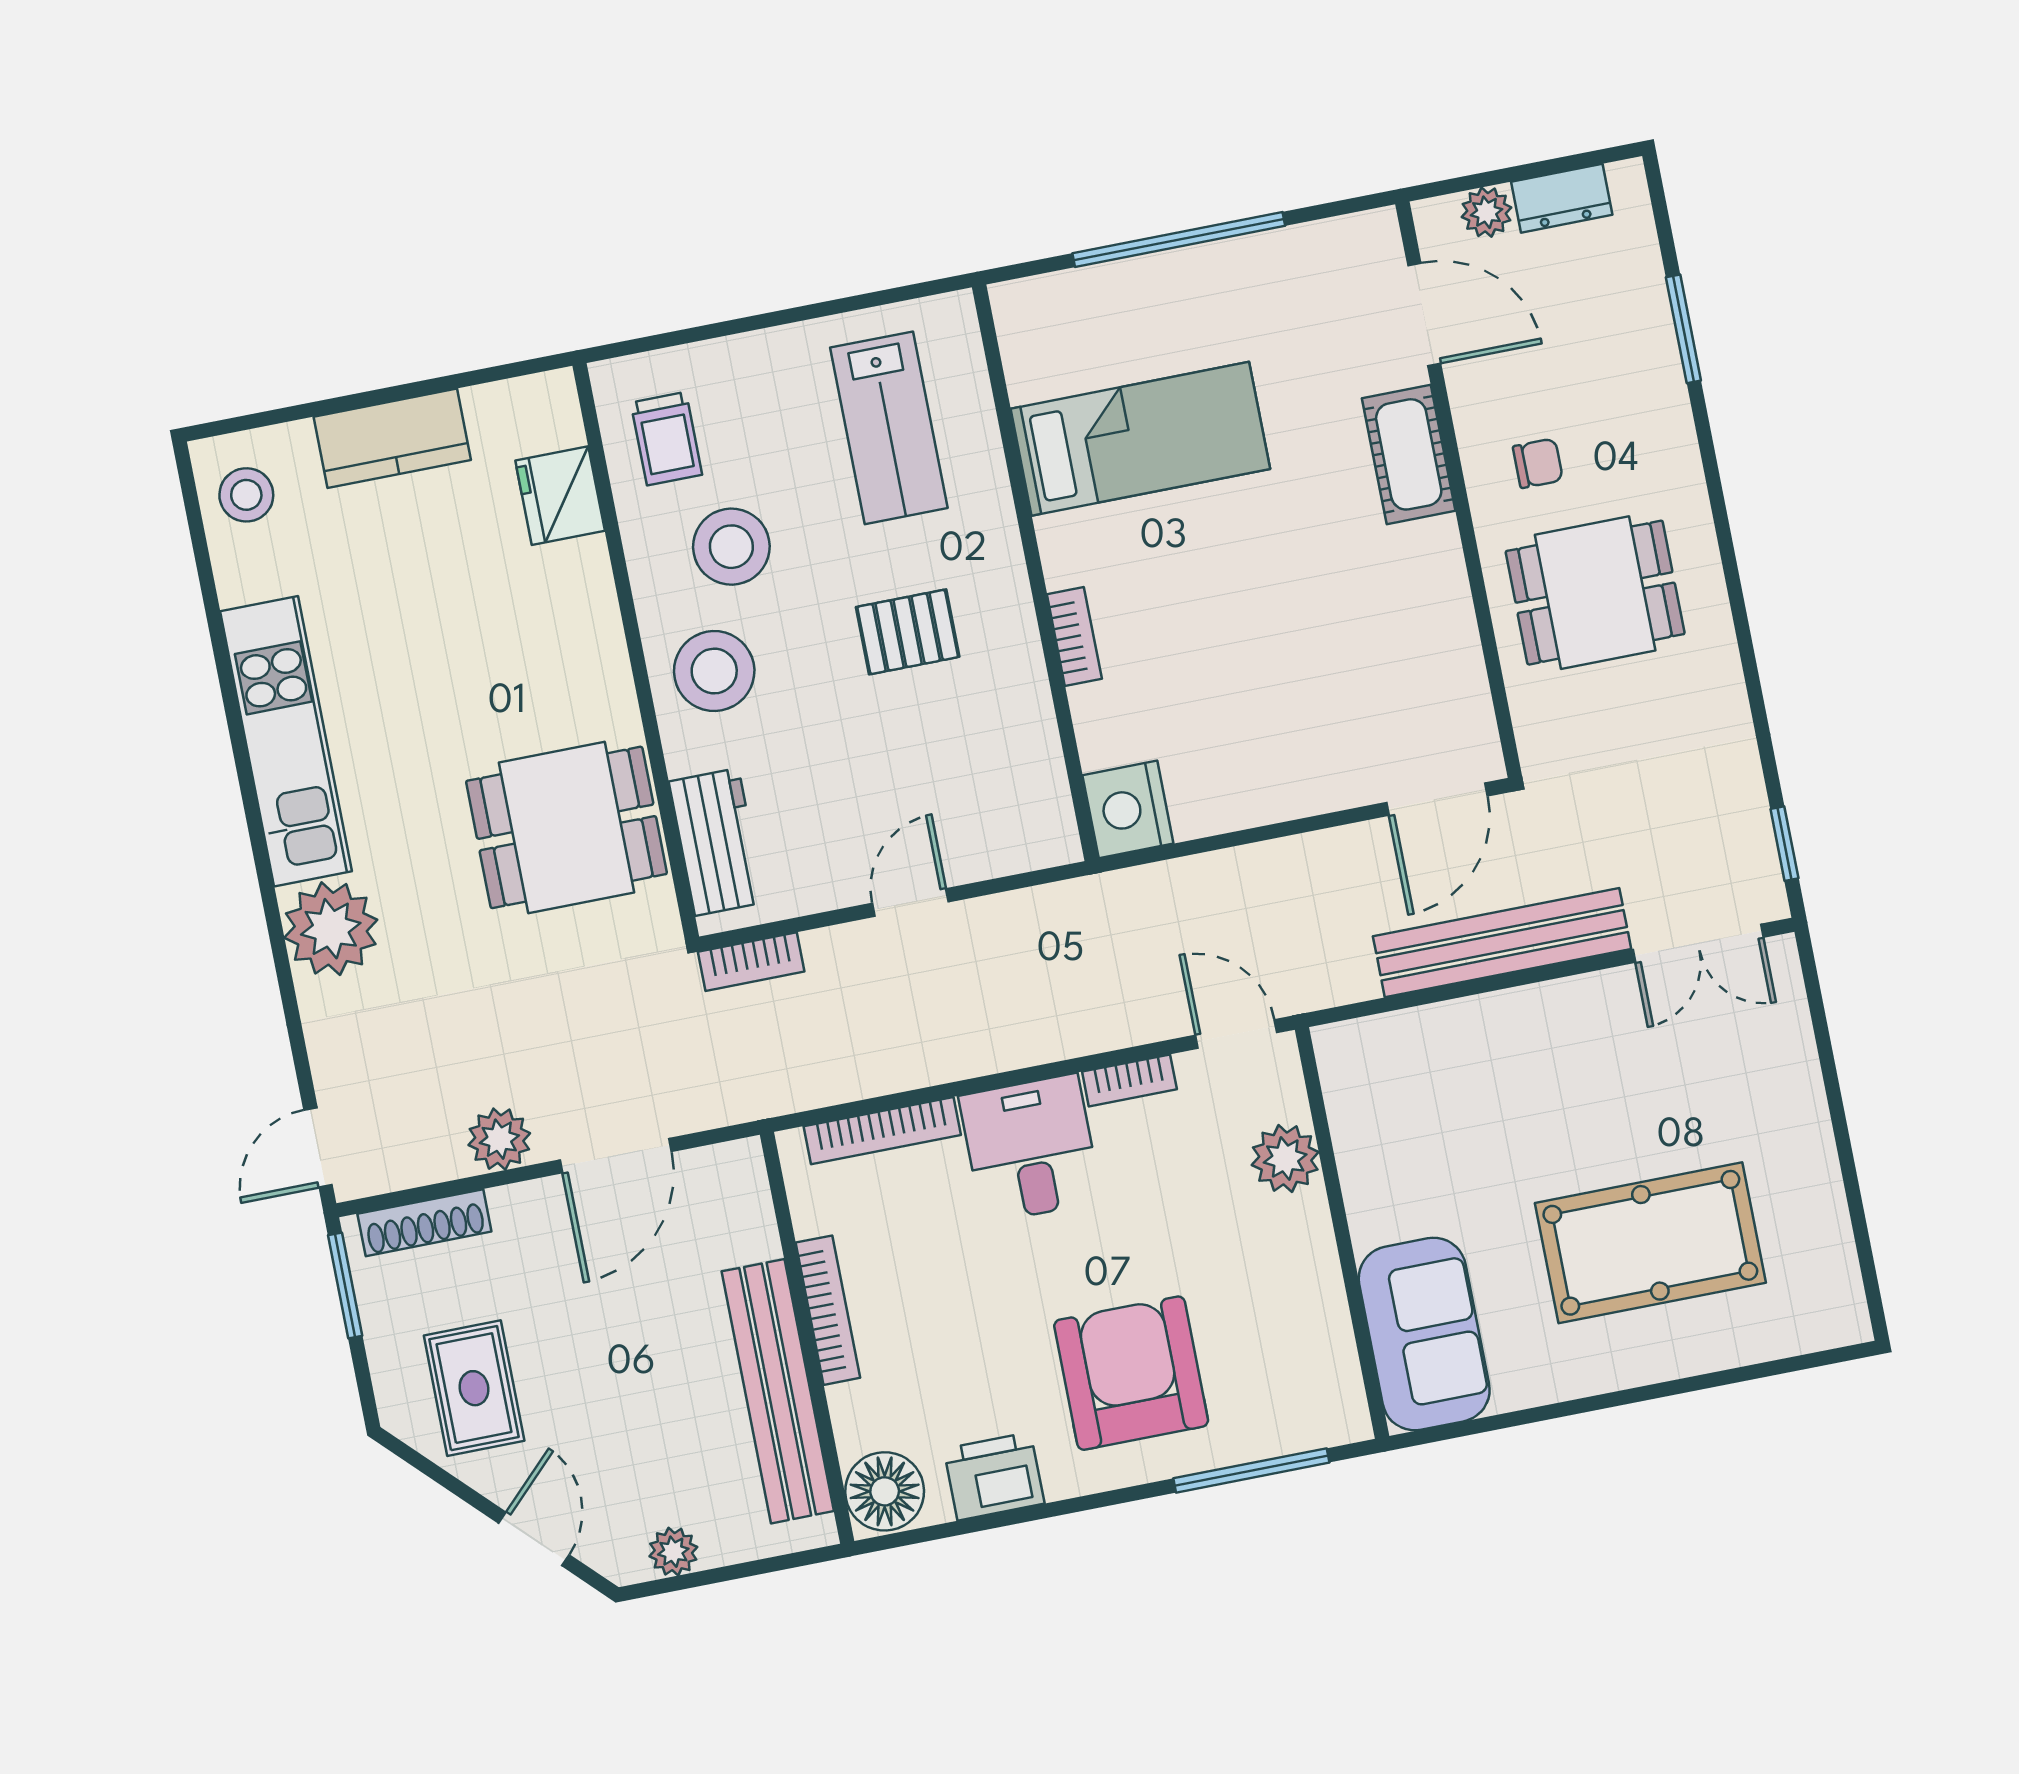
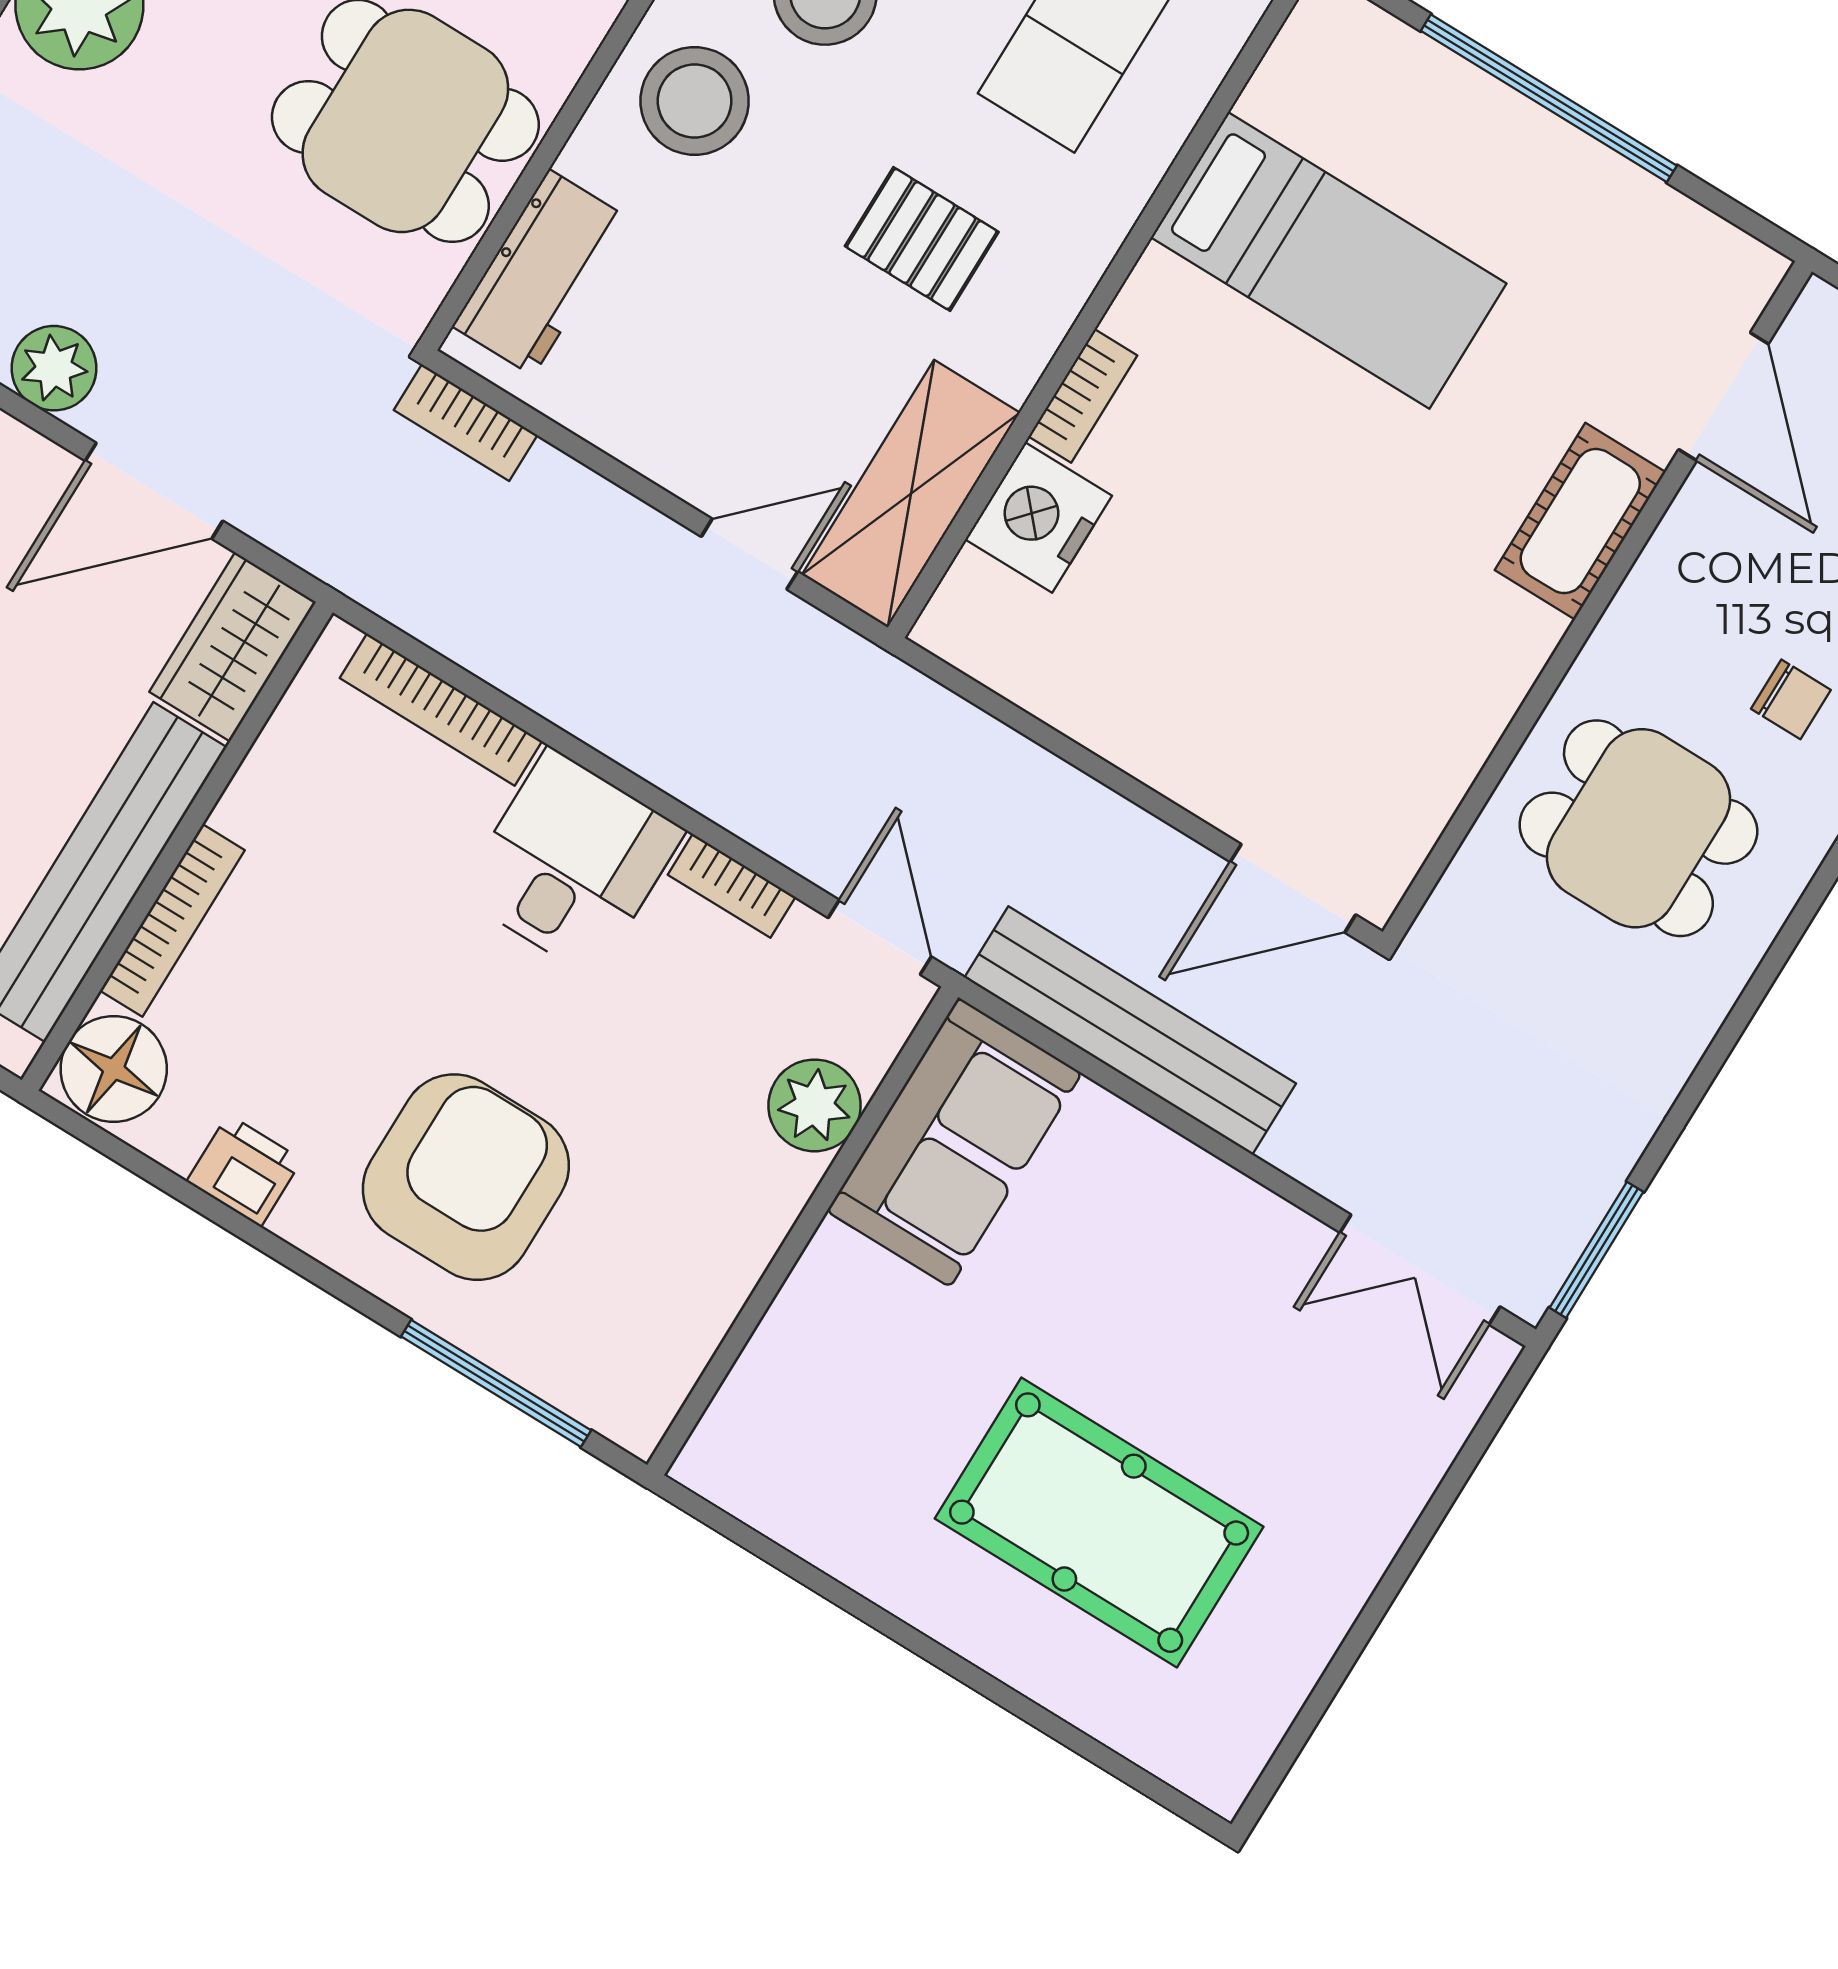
chair: (1538, 463) -> (1791, 699), moved
shelving: (1030, 776) -> (911, 494), added
nightstand: (1128, 809) -> (1038, 517), moved
window: (1784, 844) -> (1596, 1250), width x1.50
door: (910, 903) -> (749, 554), moved
bench: (1502, 943) -> (1130, 1031), moved
wardrobe: (737, 1201) -> (233, 647), added
bookcase: (828, 1310) -> (172, 920), moved
sofa: (1424, 1334) -> (954, 1142), moved
printer: (994, 1476) -> (244, 1170), width x0.73, depth x0.81

